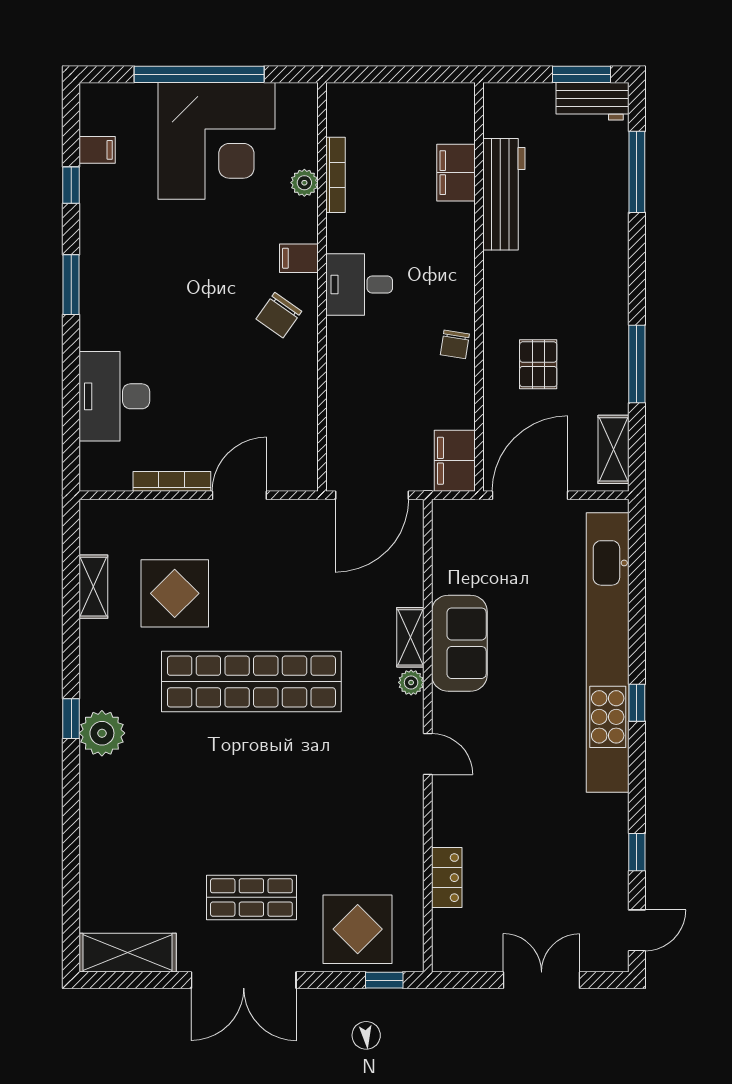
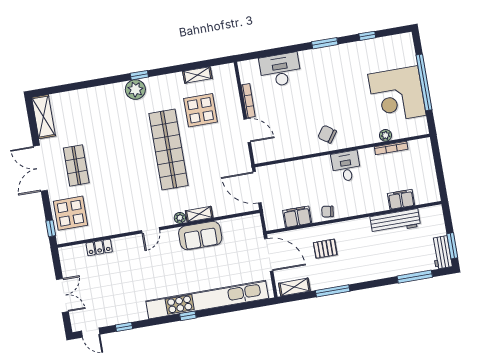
filing cabinet: (97, 150) -> (384, 44), removed
filing cabinet: (299, 258) -> (353, 139), removed
filing cabinet: (455, 461) -> (297, 217), moved

